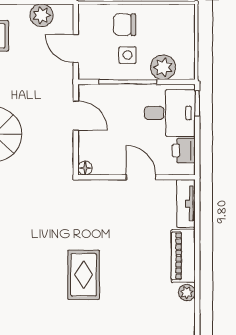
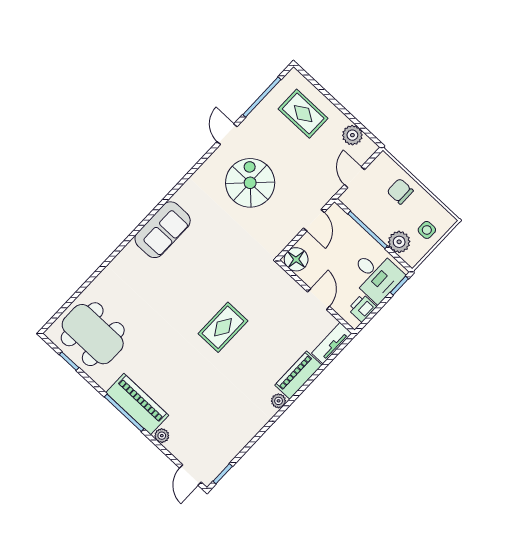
side table: (127, 55) -> (427, 230), moved
floor lamp: (85, 168) -> (296, 259), width x1.89, depth x1.89

